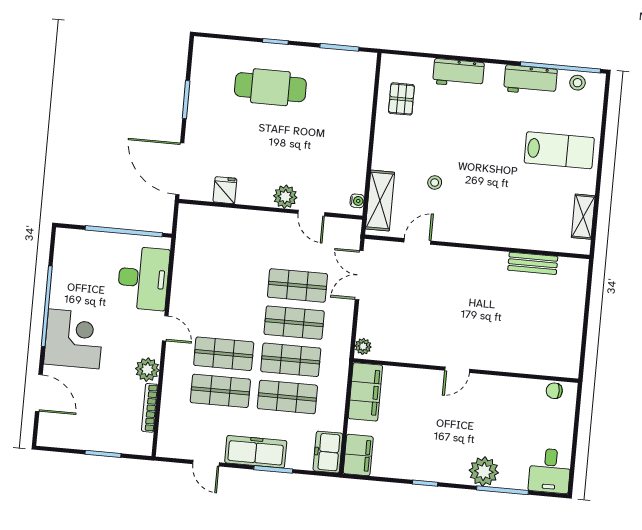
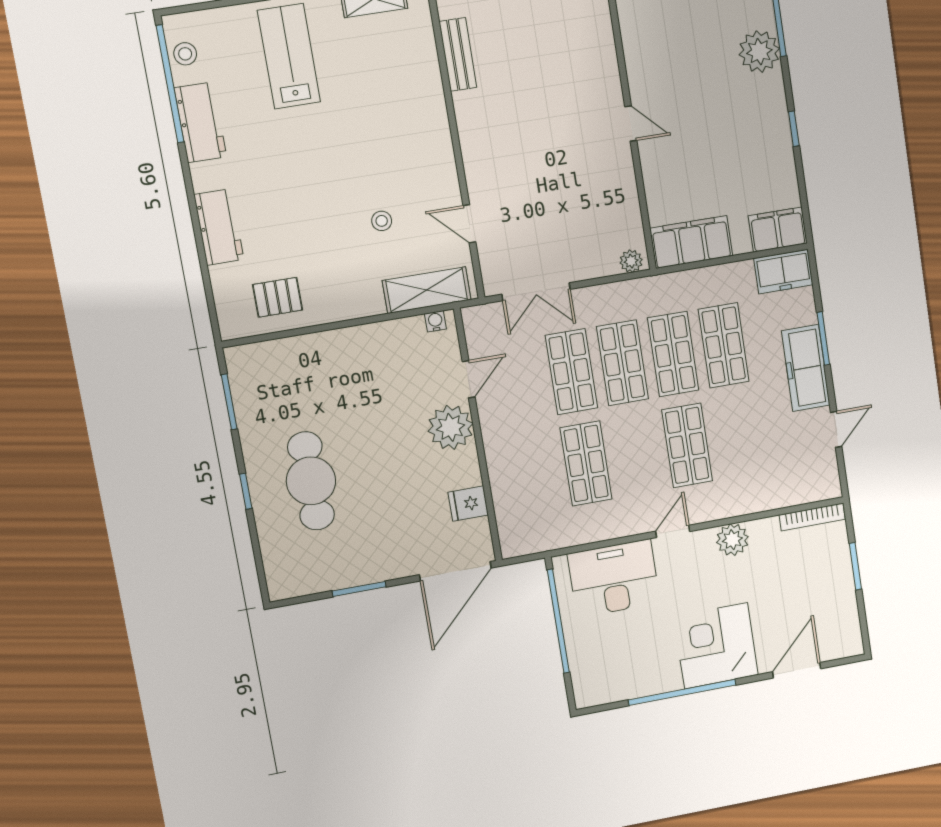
plant: (285, 197) -> (451, 427), width x1.36, depth x1.36
shop shelf: (220, 391) -> (586, 463), moved
bookcase: (150, 408) -> (812, 517), moved

